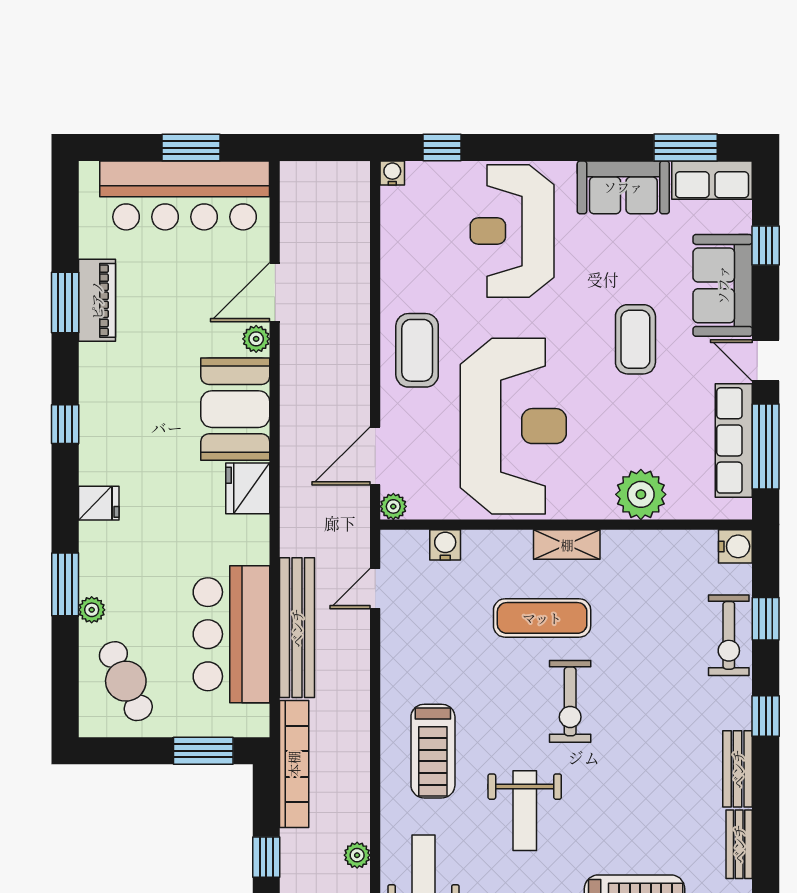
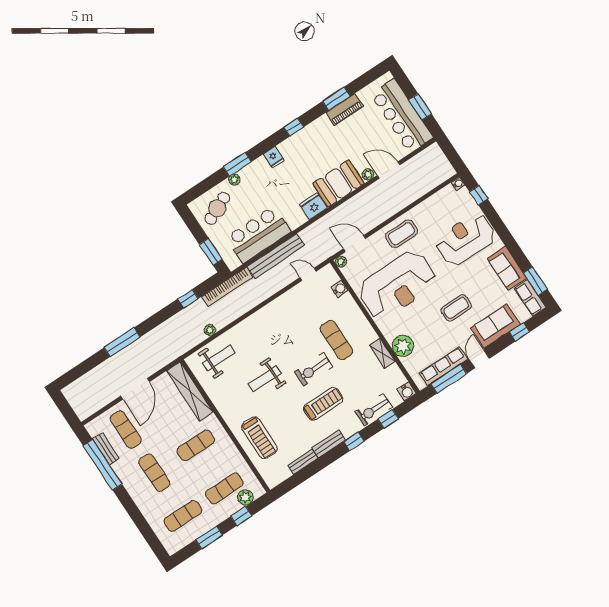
shelving: (567, 545) -> (382, 353), moved
treadmill: (433, 751) -> (323, 404), moved, turned 180

